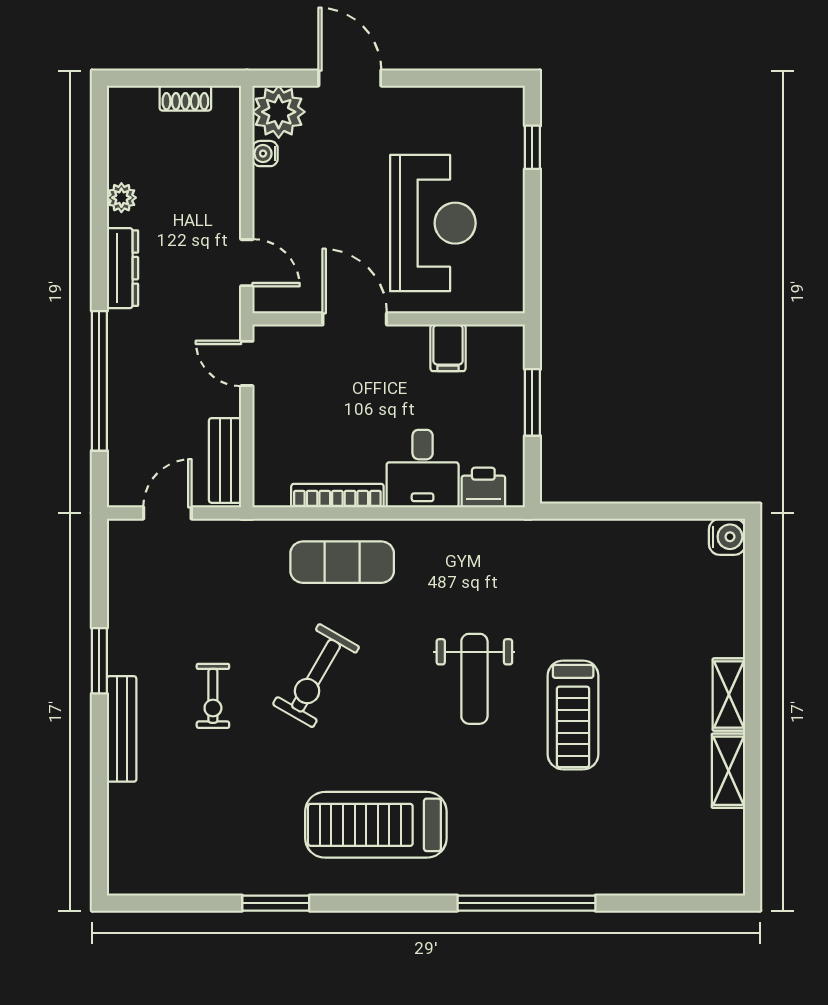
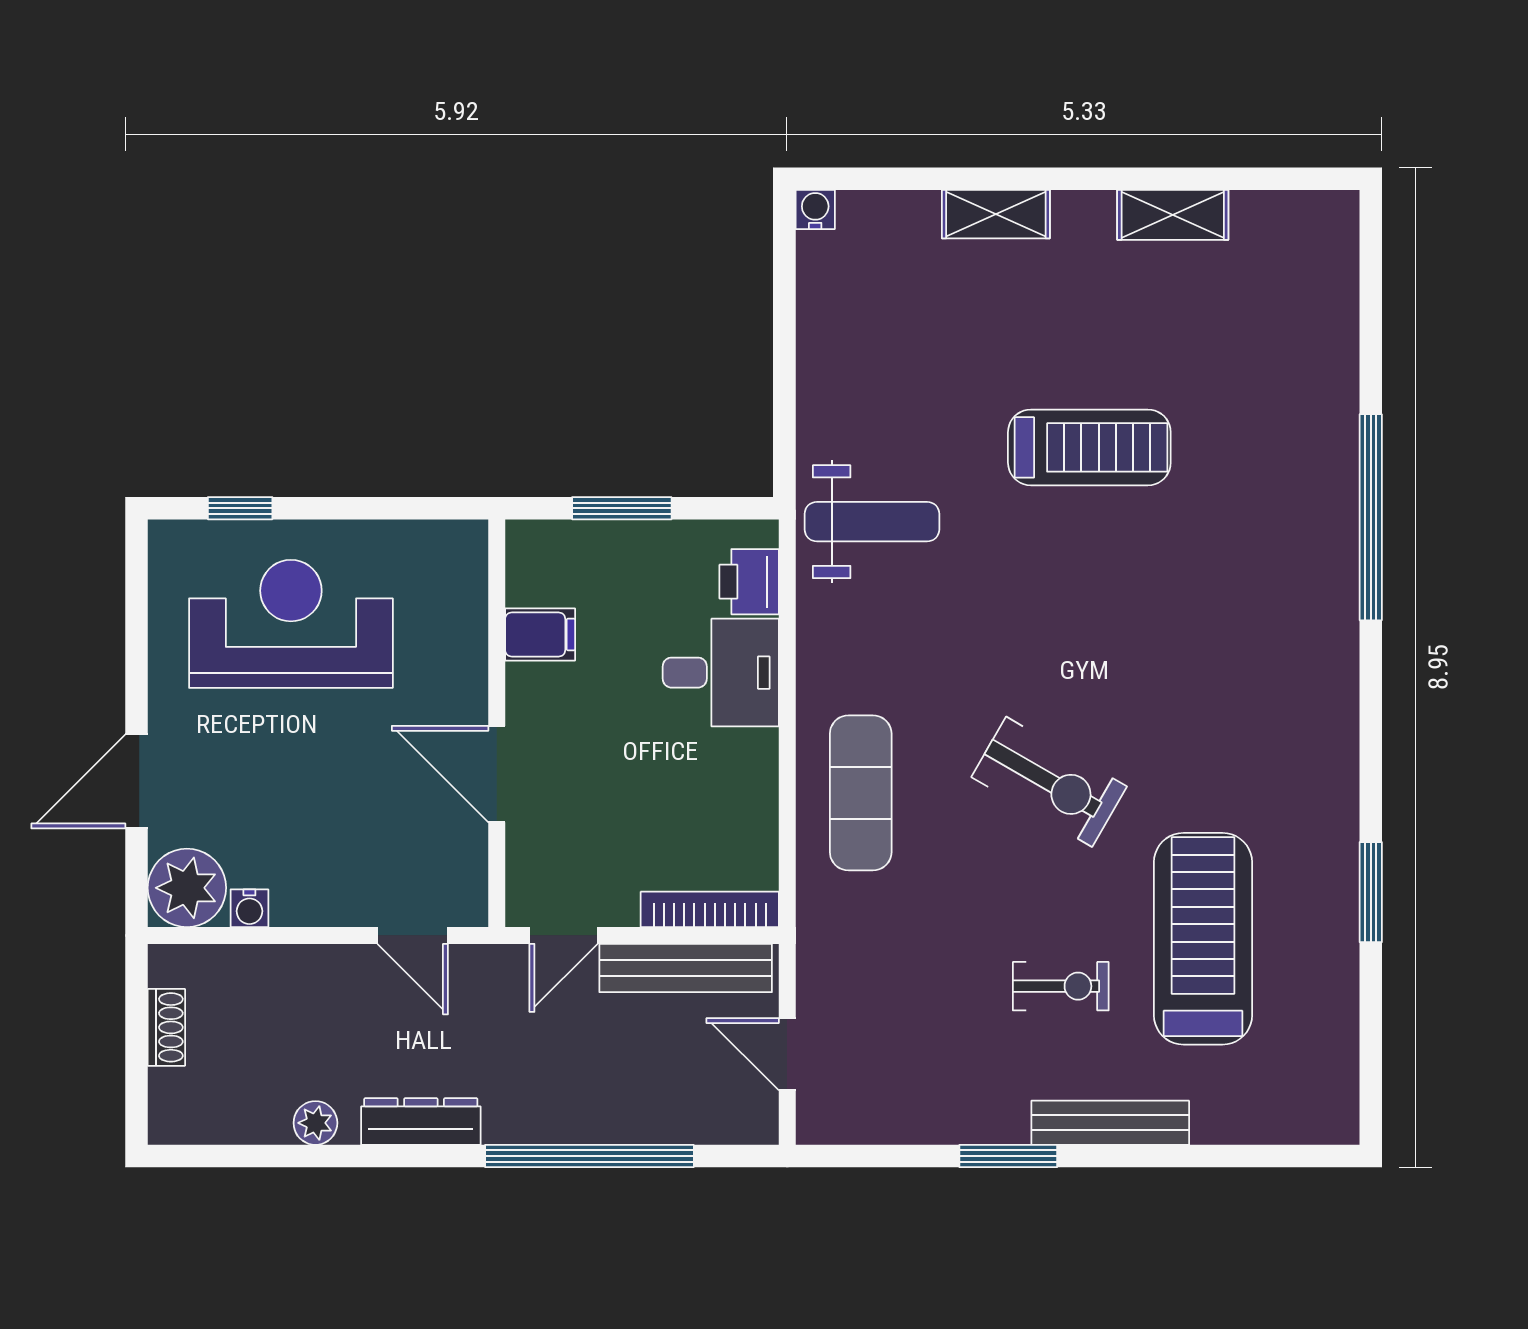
reception desk: (433, 223) -> (291, 624), moved
door: (247, 263) -> (413, 935), swing flipped
door: (355, 319) -> (497, 774), hinge flipped
bench: (225, 460) -> (686, 968), width x1.36
bookcase: (337, 496) -> (710, 909), moved, turned 90
water cooler: (727, 537) -> (815, 210), width x0.72, depth x0.72
exercise bike: (316, 676) -> (1049, 782), moved
weight bench: (474, 679) -> (872, 522), moved
shelving: (729, 694) -> (996, 214), moved
treadmill: (376, 825) -> (1203, 939), moved, turned 180

